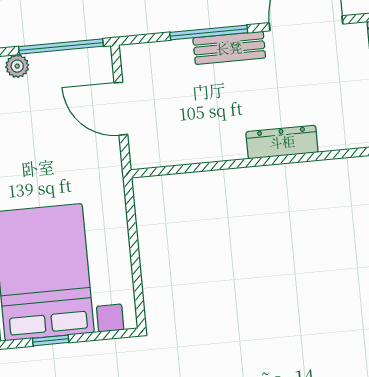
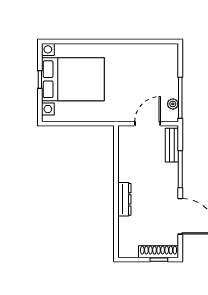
bench: (229, 48) -> (172, 145), moved
plant: (17, 66) -> (173, 104), moved

